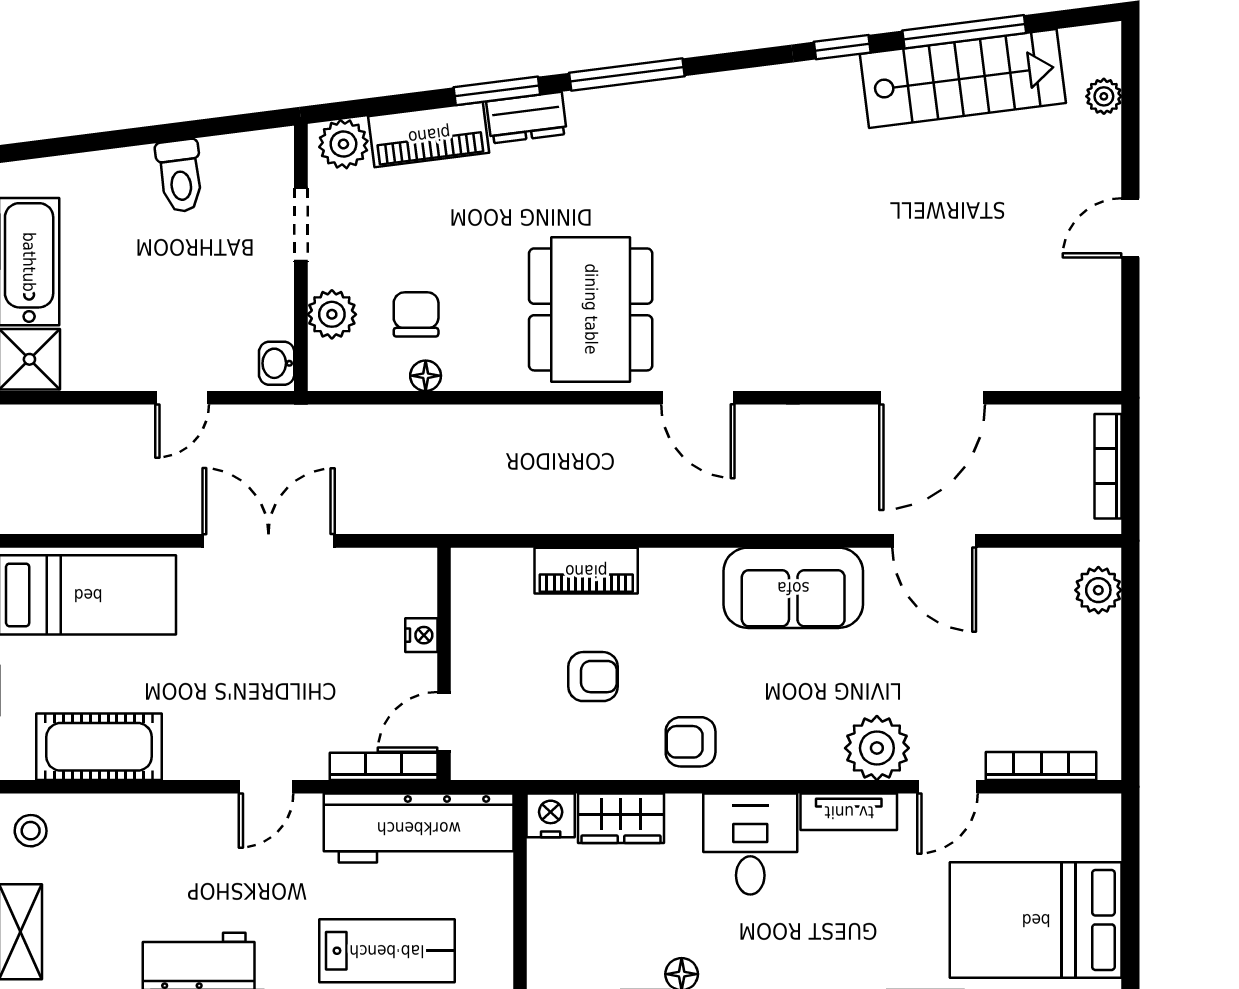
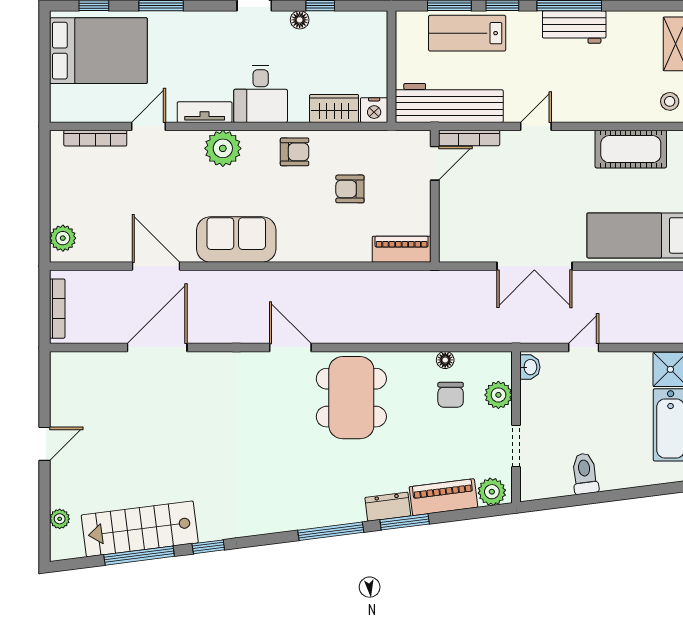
piano: (586, 571) -> (402, 249), moved
nightstand: (421, 635) -> (448, 213), removed
plant: (877, 748) -> (223, 148), moved

